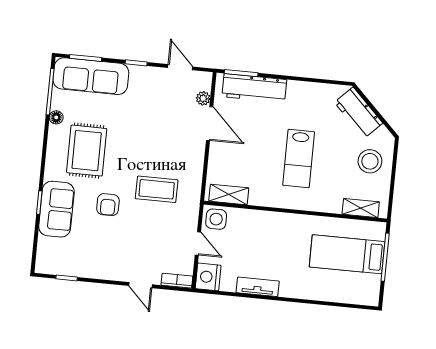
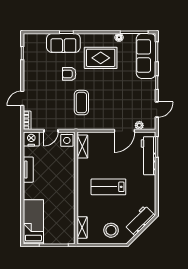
bed: (347, 254) -> (33, 222), moved

